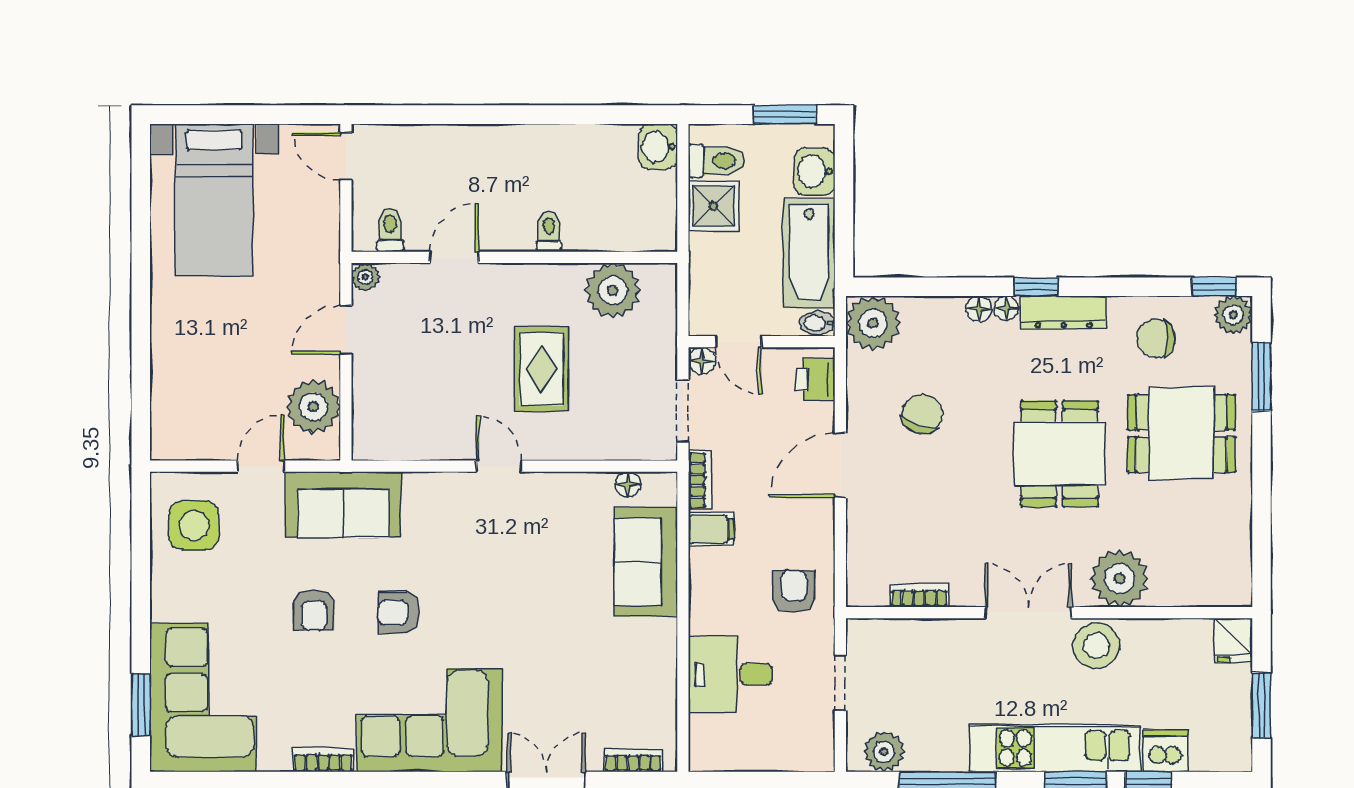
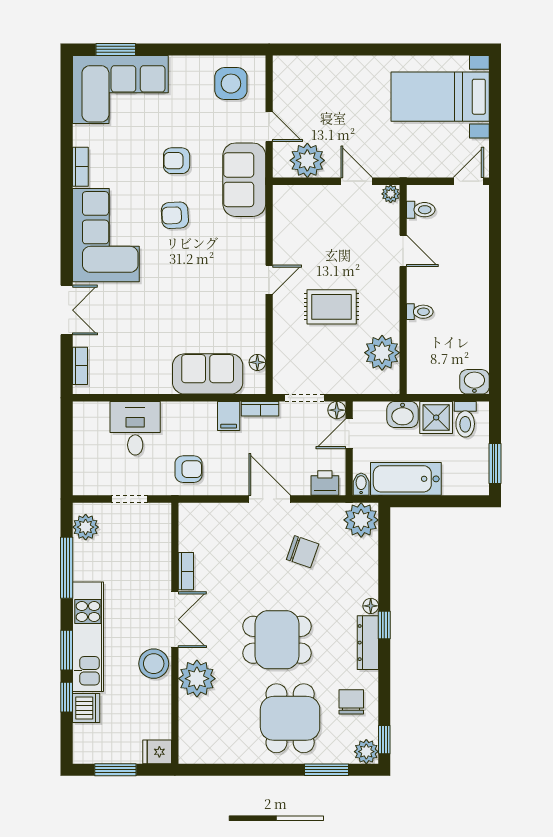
washbasin: (814, 171) -> (403, 414), moved, turned 180
floor lamp: (979, 309) -> (370, 588), removed
bookcase: (919, 595) -> (186, 571), moved
armchair: (399, 613) -> (175, 215), turned -93

